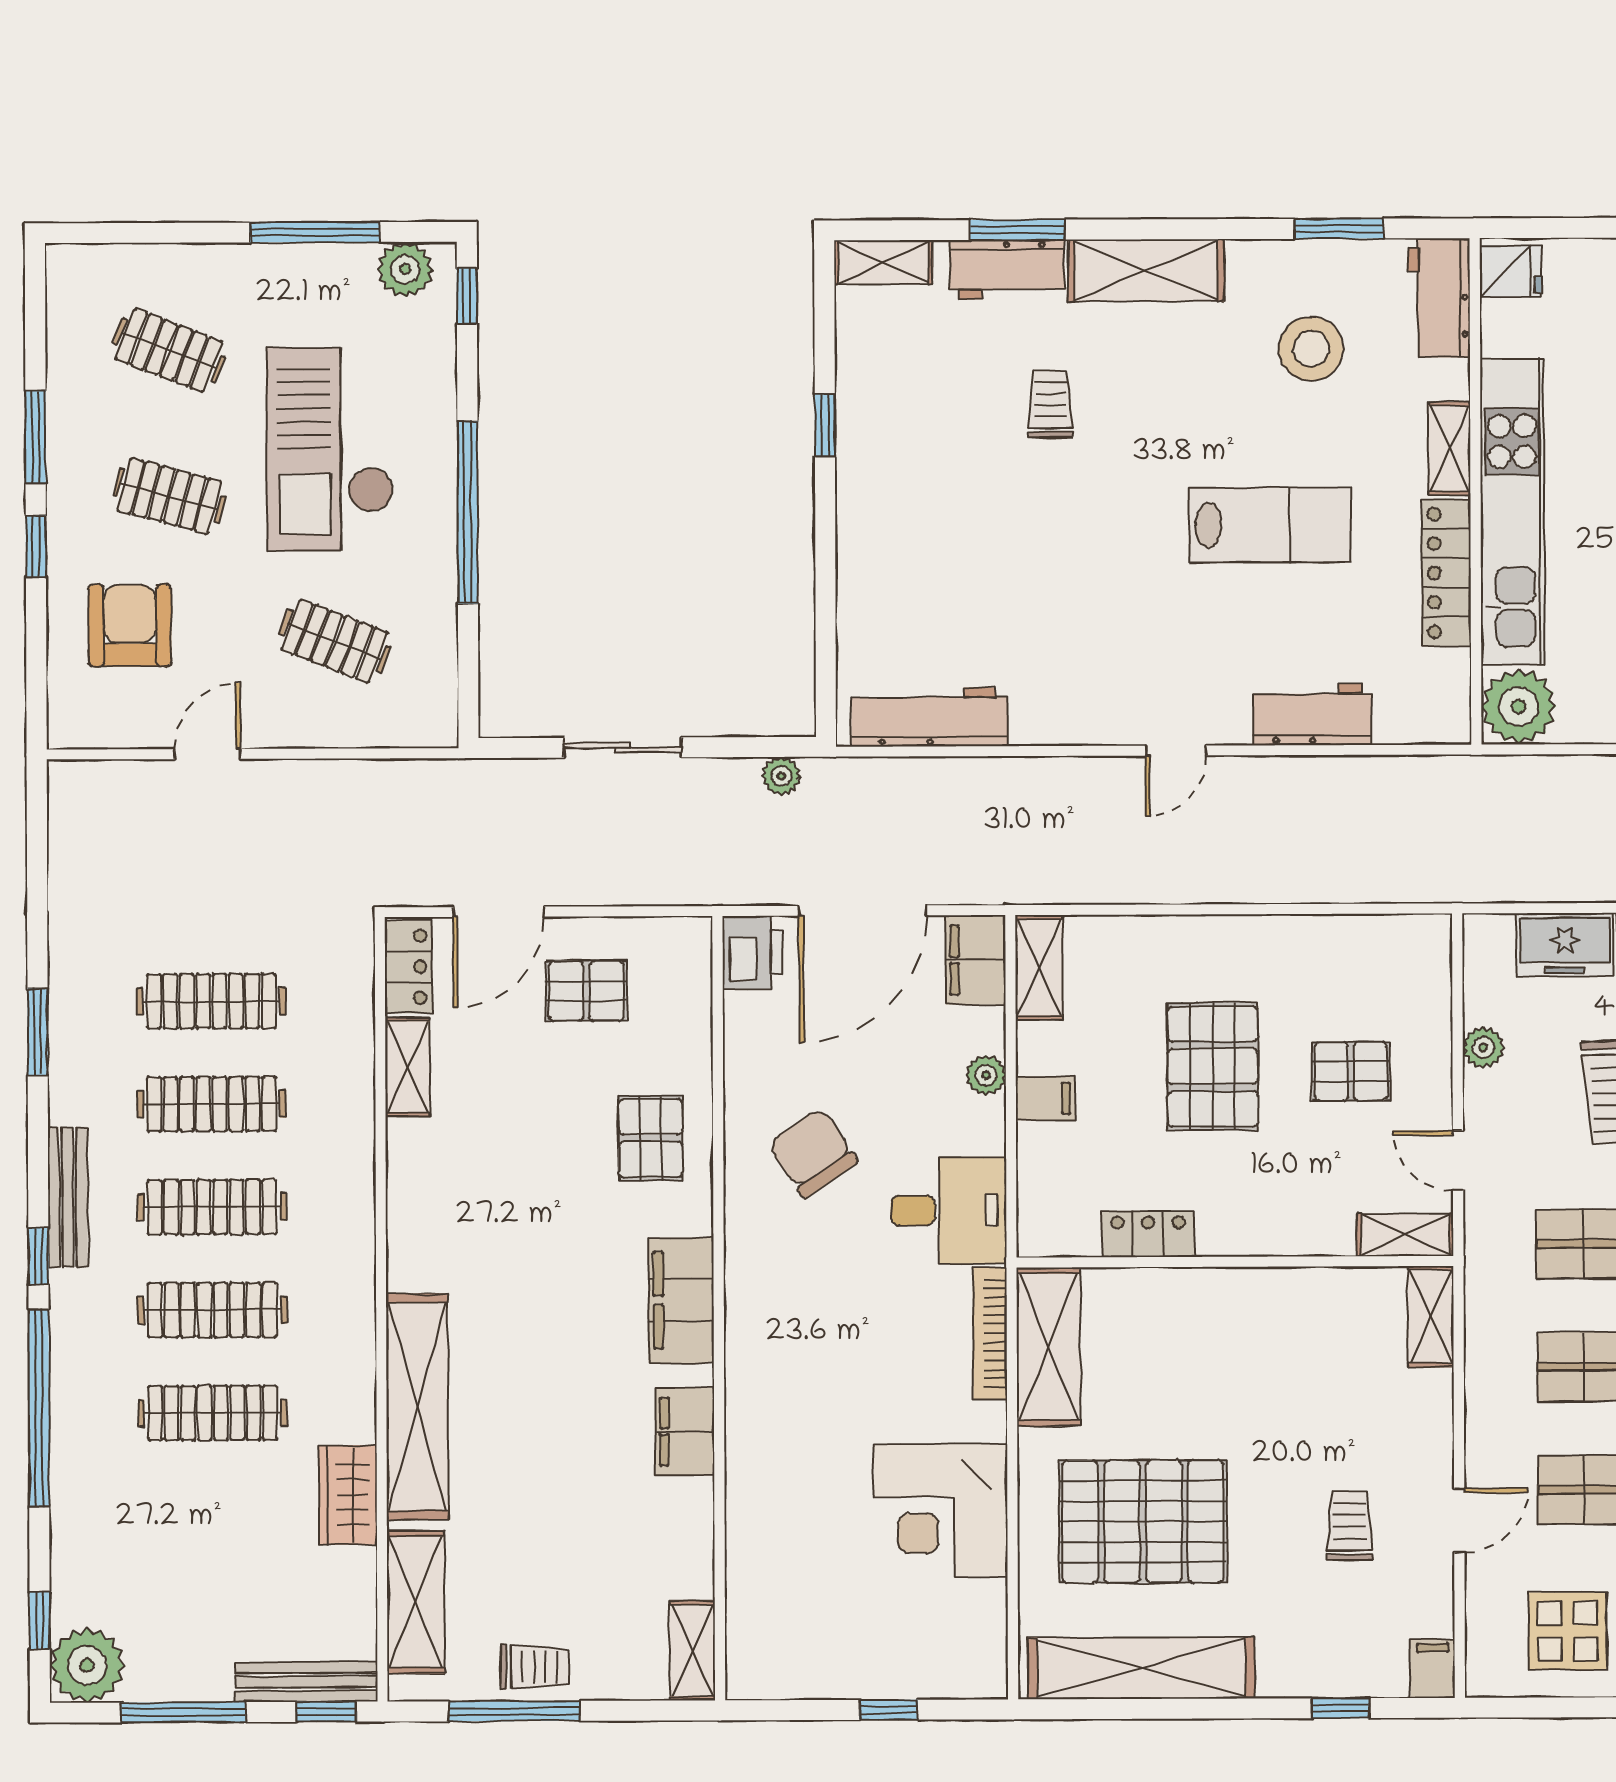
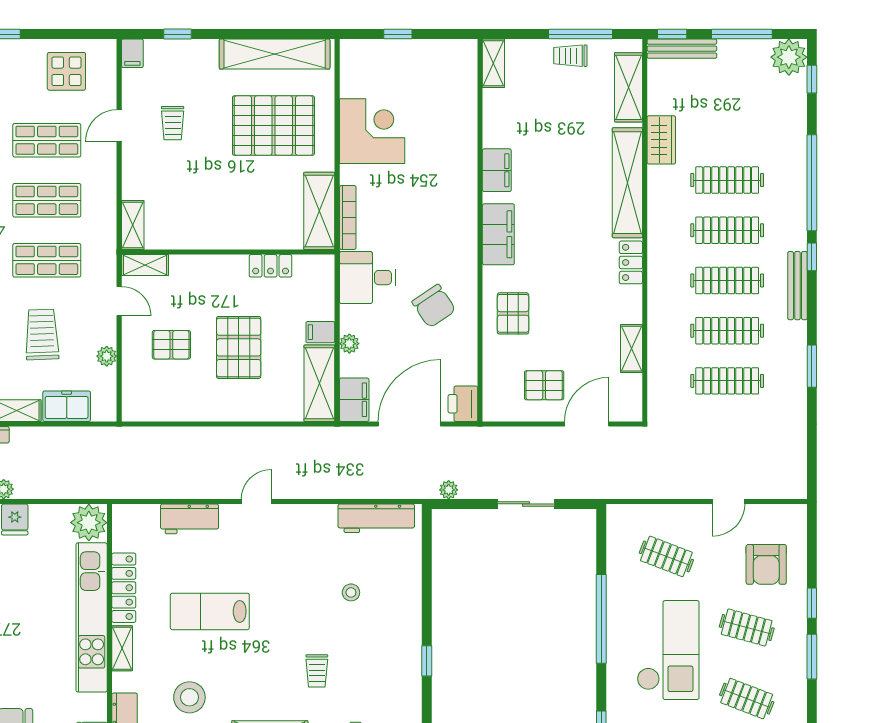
stool: (981, 565) -> (351, 592), added
locker: (408, 967) -> (631, 262), moved
shelving: (1039, 967) -> (319, 383), width x1.50, depth x1.33

